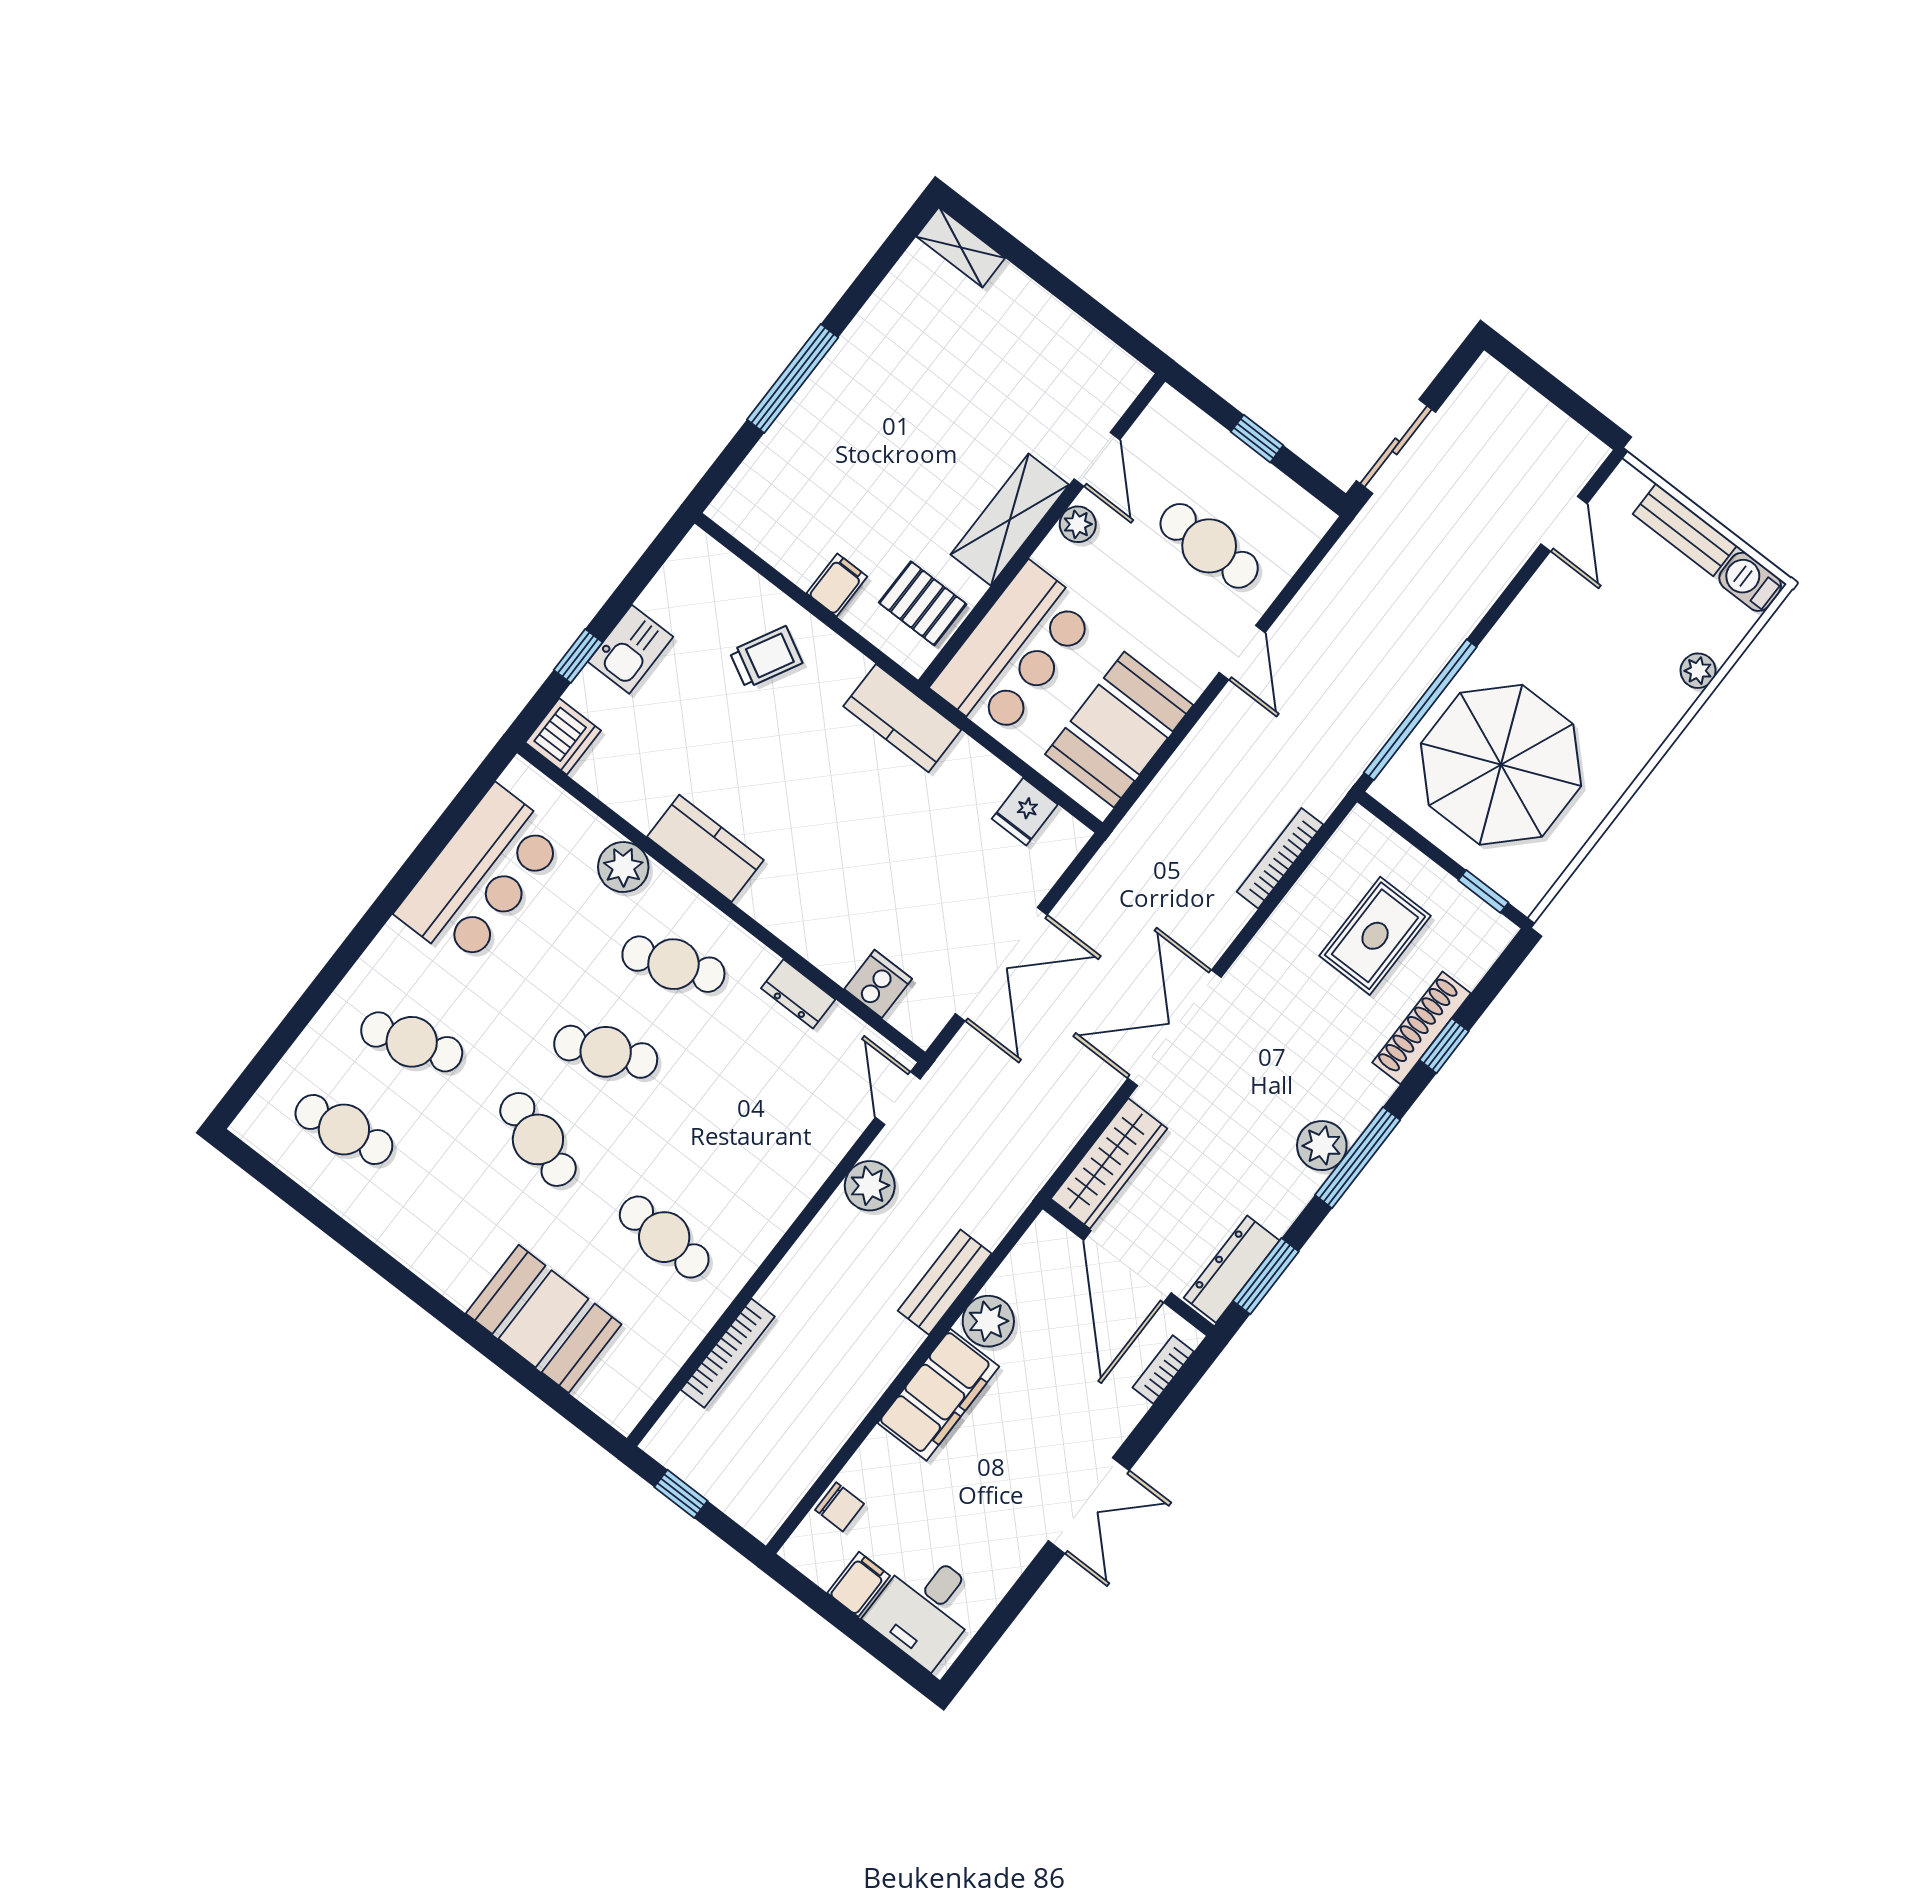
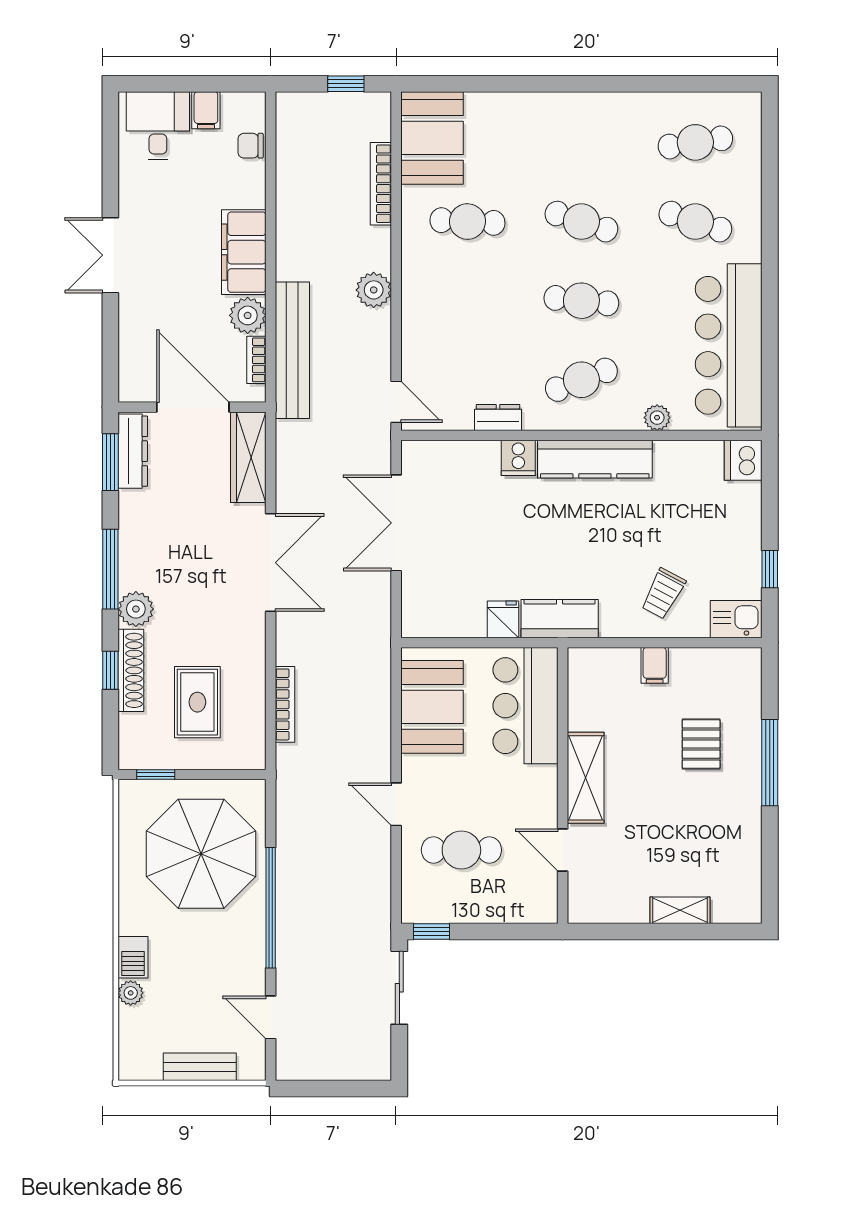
shelving: (961, 247) -> (680, 910), moved
window: (1257, 439) -> (432, 931), moved
plant: (1078, 524) -> (545, 805), removed
barbecue: (1750, 582) -> (133, 957), moved, turned 90
pallet: (923, 603) -> (701, 744), moved, turned 90
kitchen sink: (630, 649) -> (736, 619), moved, turned 90
window: (578, 656) -> (770, 569), moved
window: (1420, 710) -> (271, 908), moved
fridge: (1025, 812) -> (503, 619), moved
kitchen counter: (705, 848) -> (595, 459), width x1.50
plant: (623, 867) -> (657, 418), width x0.73, depth x0.73
bar counter: (481, 876) -> (729, 345), width x1.36
cooker: (878, 984) -> (518, 458), moved
cafe table: (412, 1042) -> (695, 222), turned 36
cafe table: (606, 1052) -> (581, 301), turned 30
plant: (1322, 1146) -> (136, 609), moved
plant: (870, 1186) -> (374, 290), moved
bench: (945, 1282) -> (292, 350), width x1.86, depth x1.21
booth: (544, 1319) -> (432, 138), moved, turned 90
bookcase: (1163, 1369) -> (256, 360), moved, turned 180

